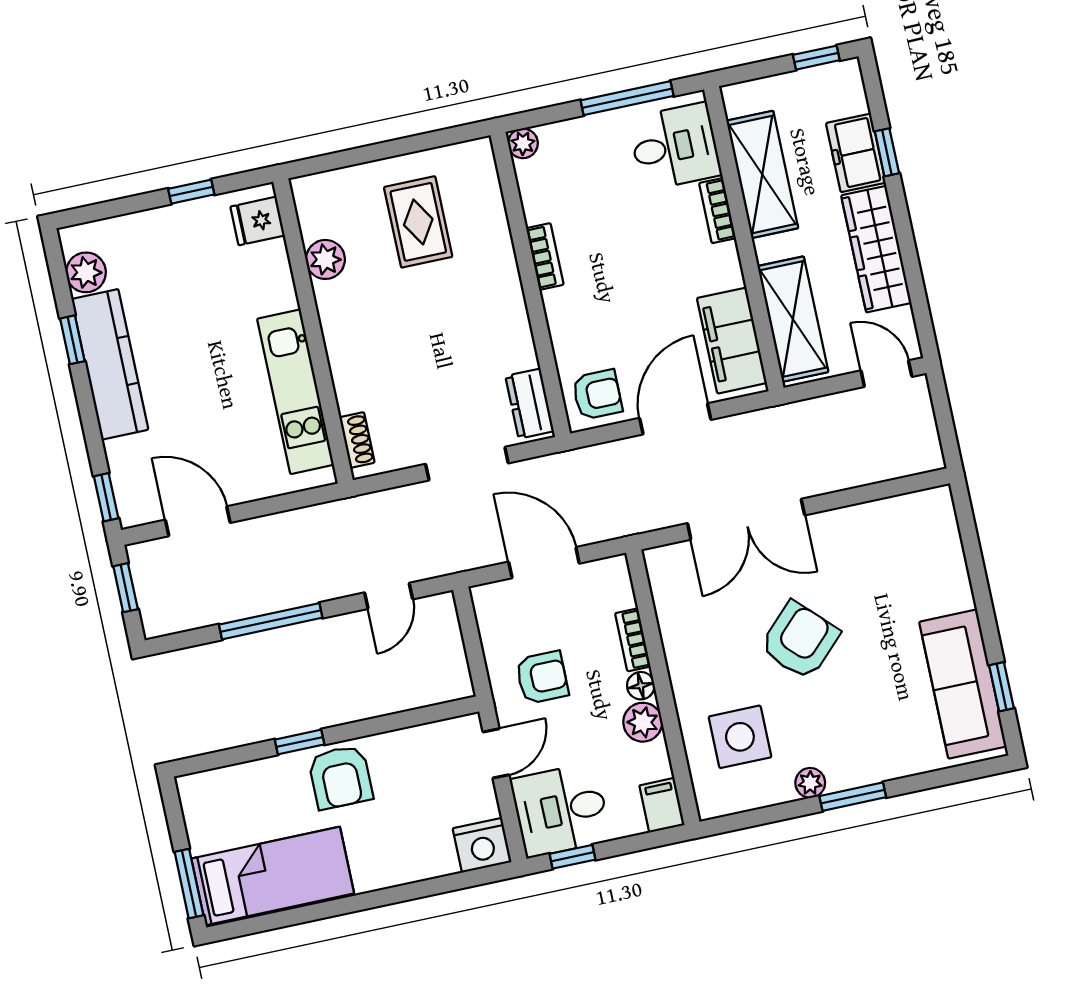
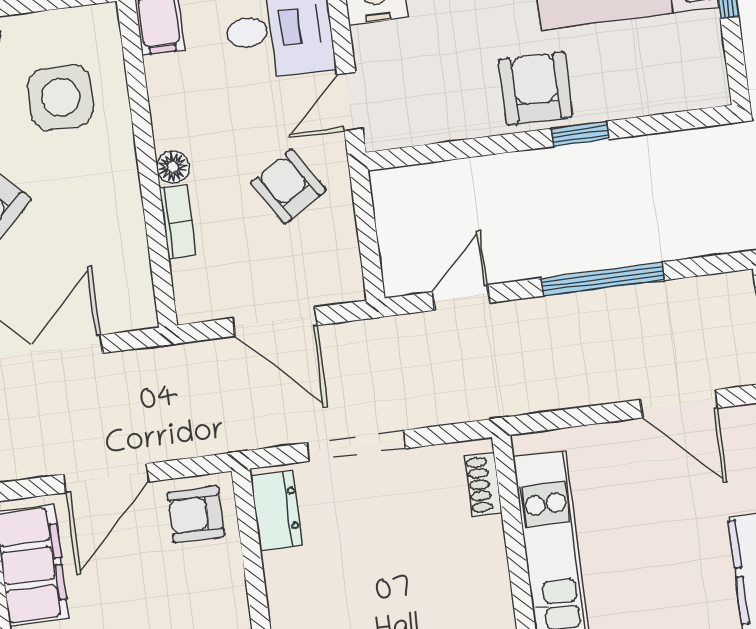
armchair: (542, 677) -> (288, 186), turned 58
plant: (643, 722) -> (174, 124), removed

